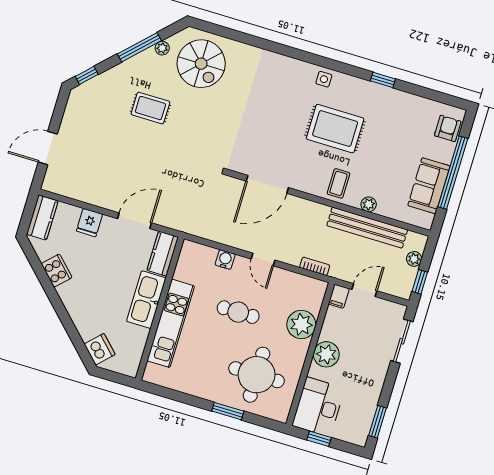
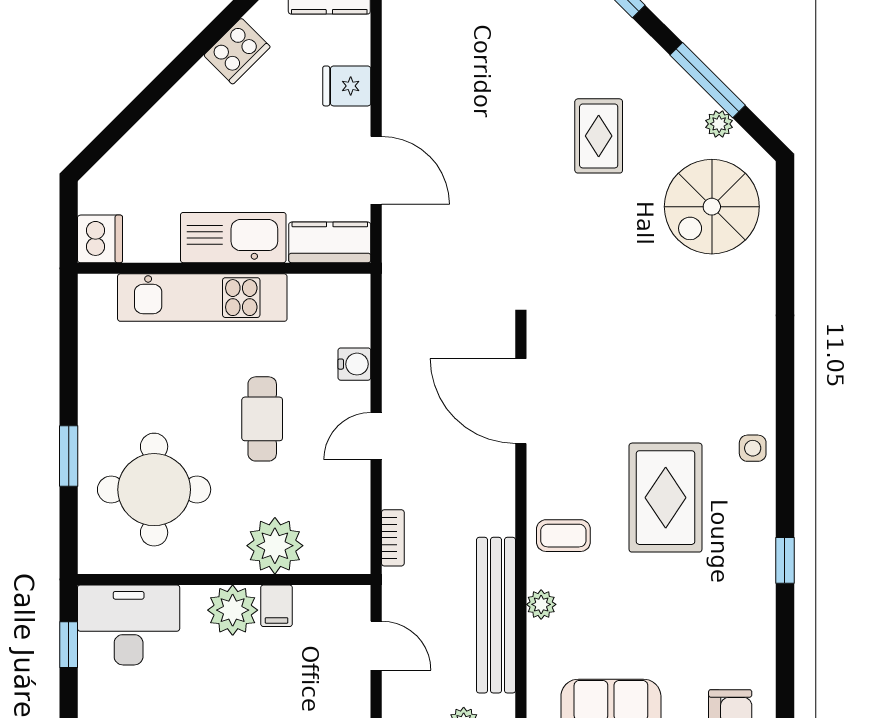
filing cabinet: (339, 296) -> (277, 606), moved, turned -90
dishwasher: (100, 349) -> (100, 239), moved, turned -45

